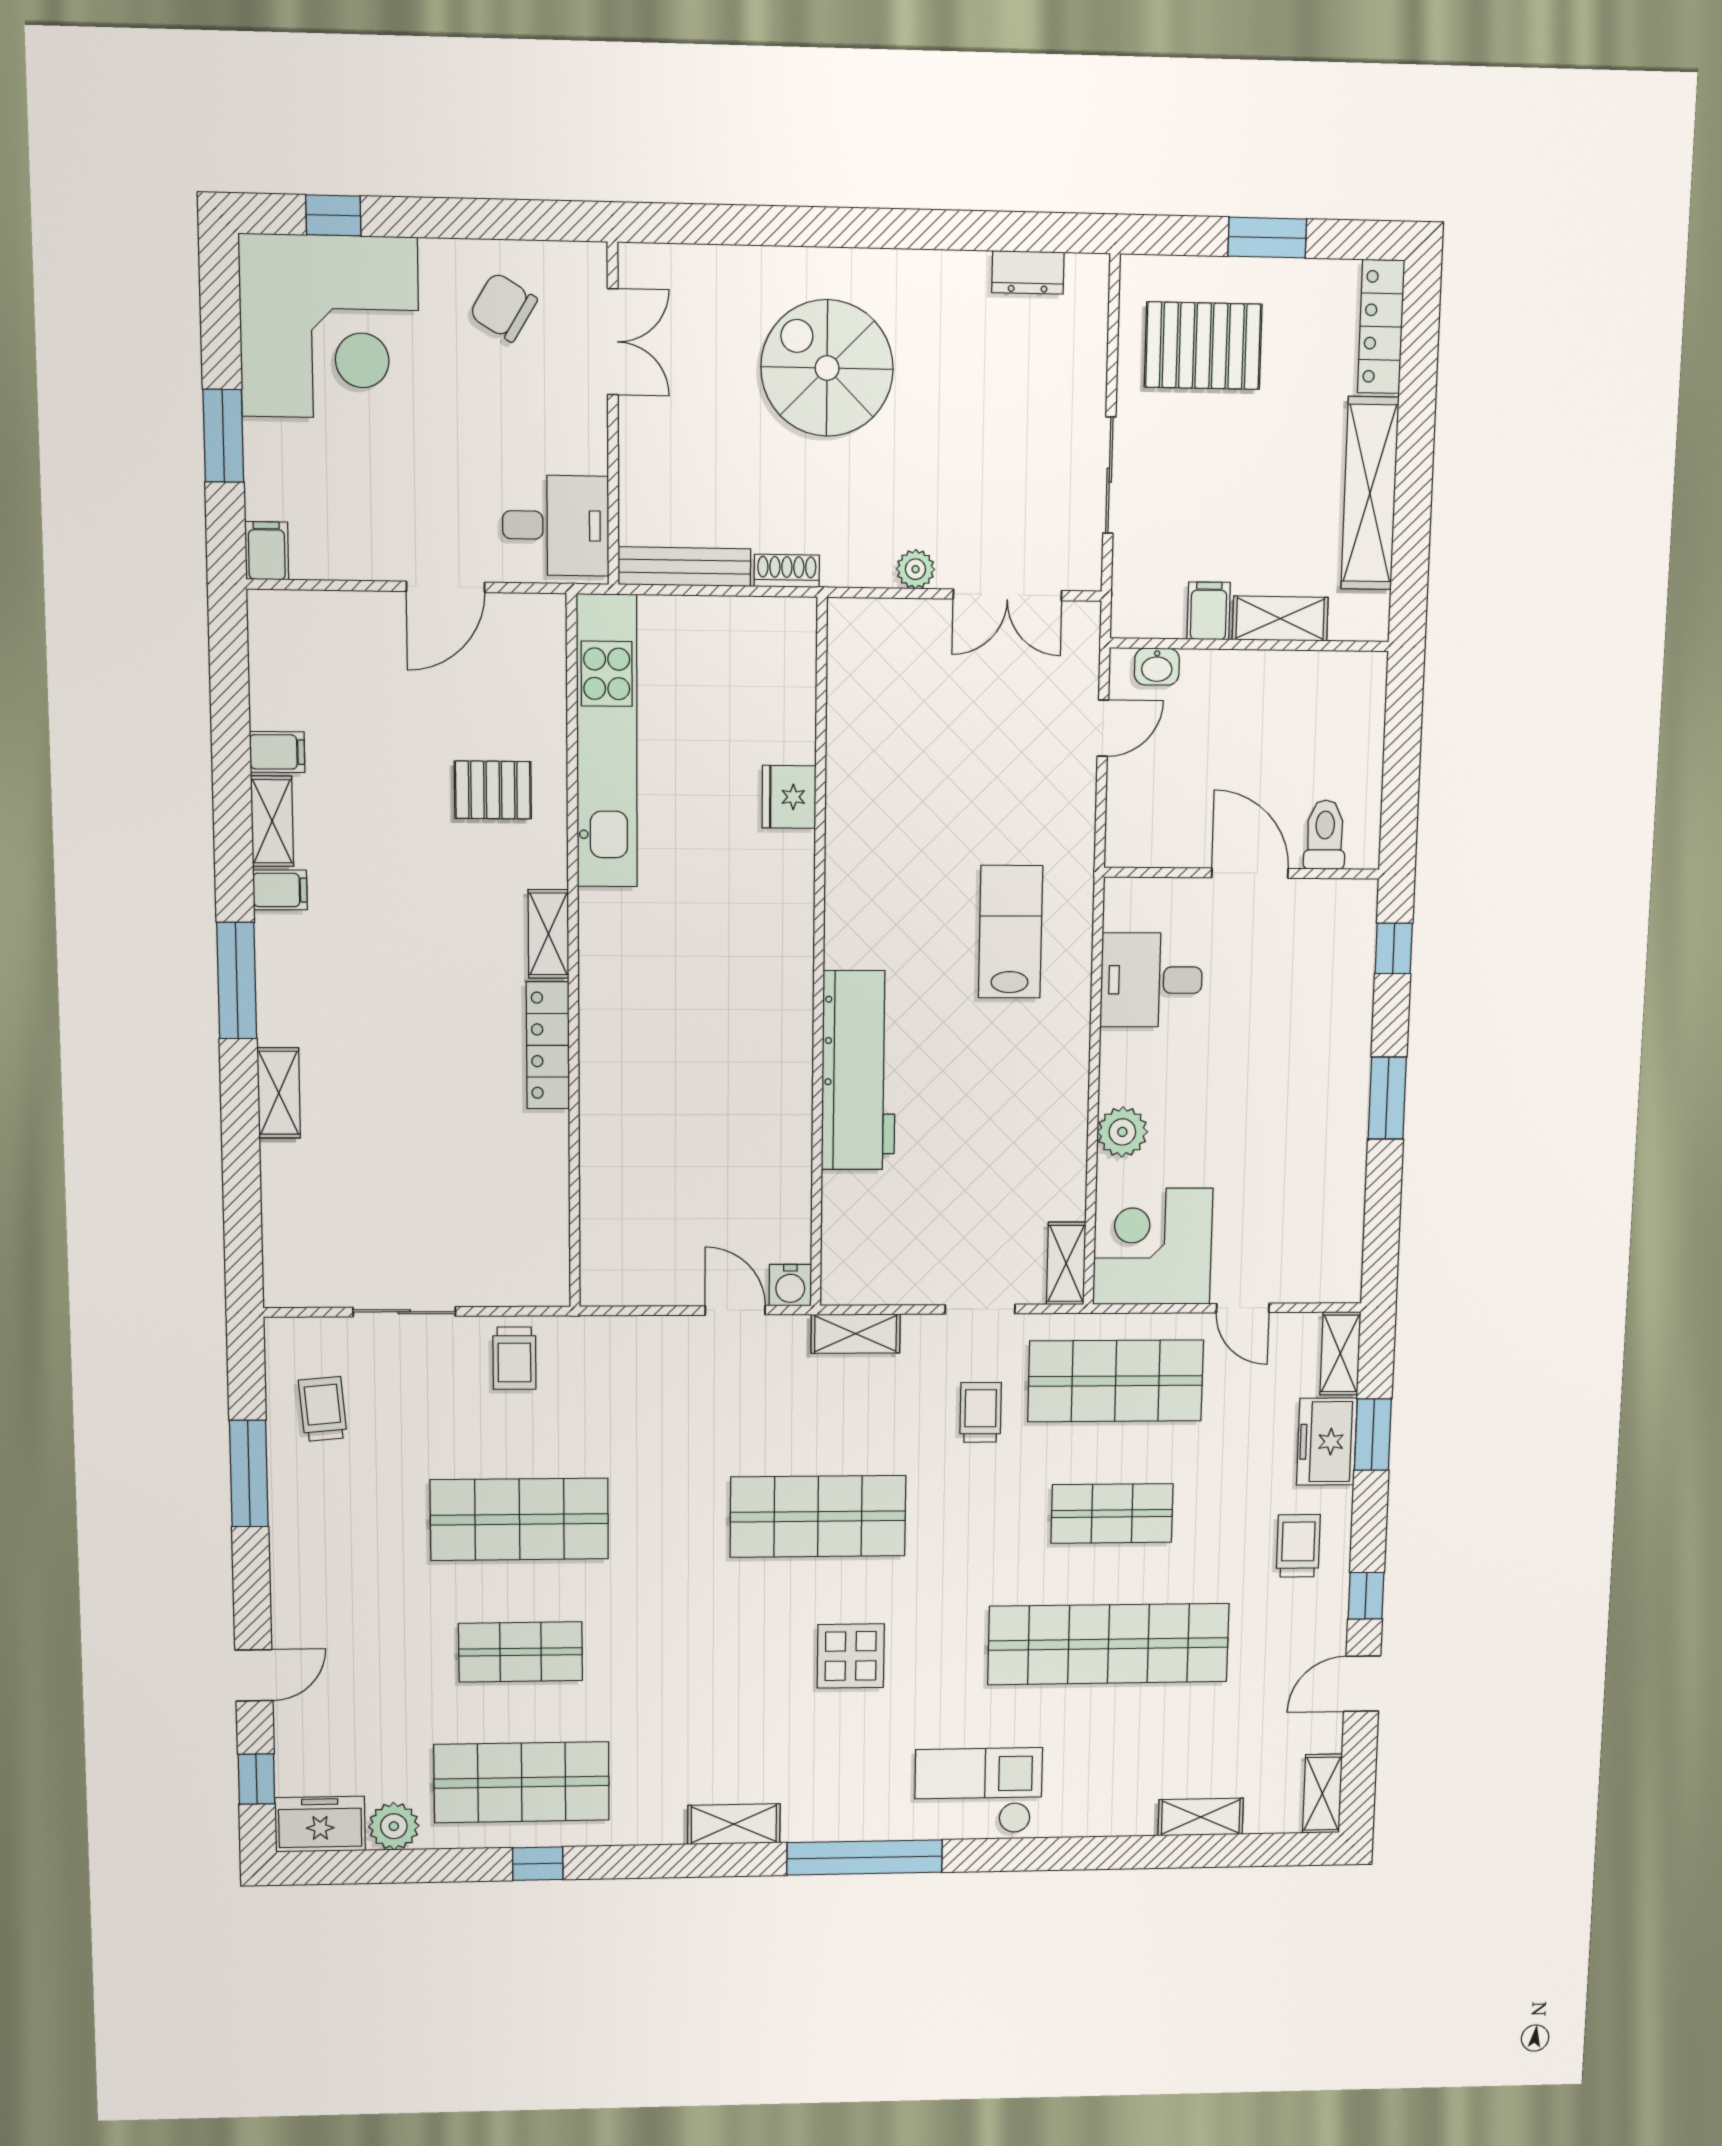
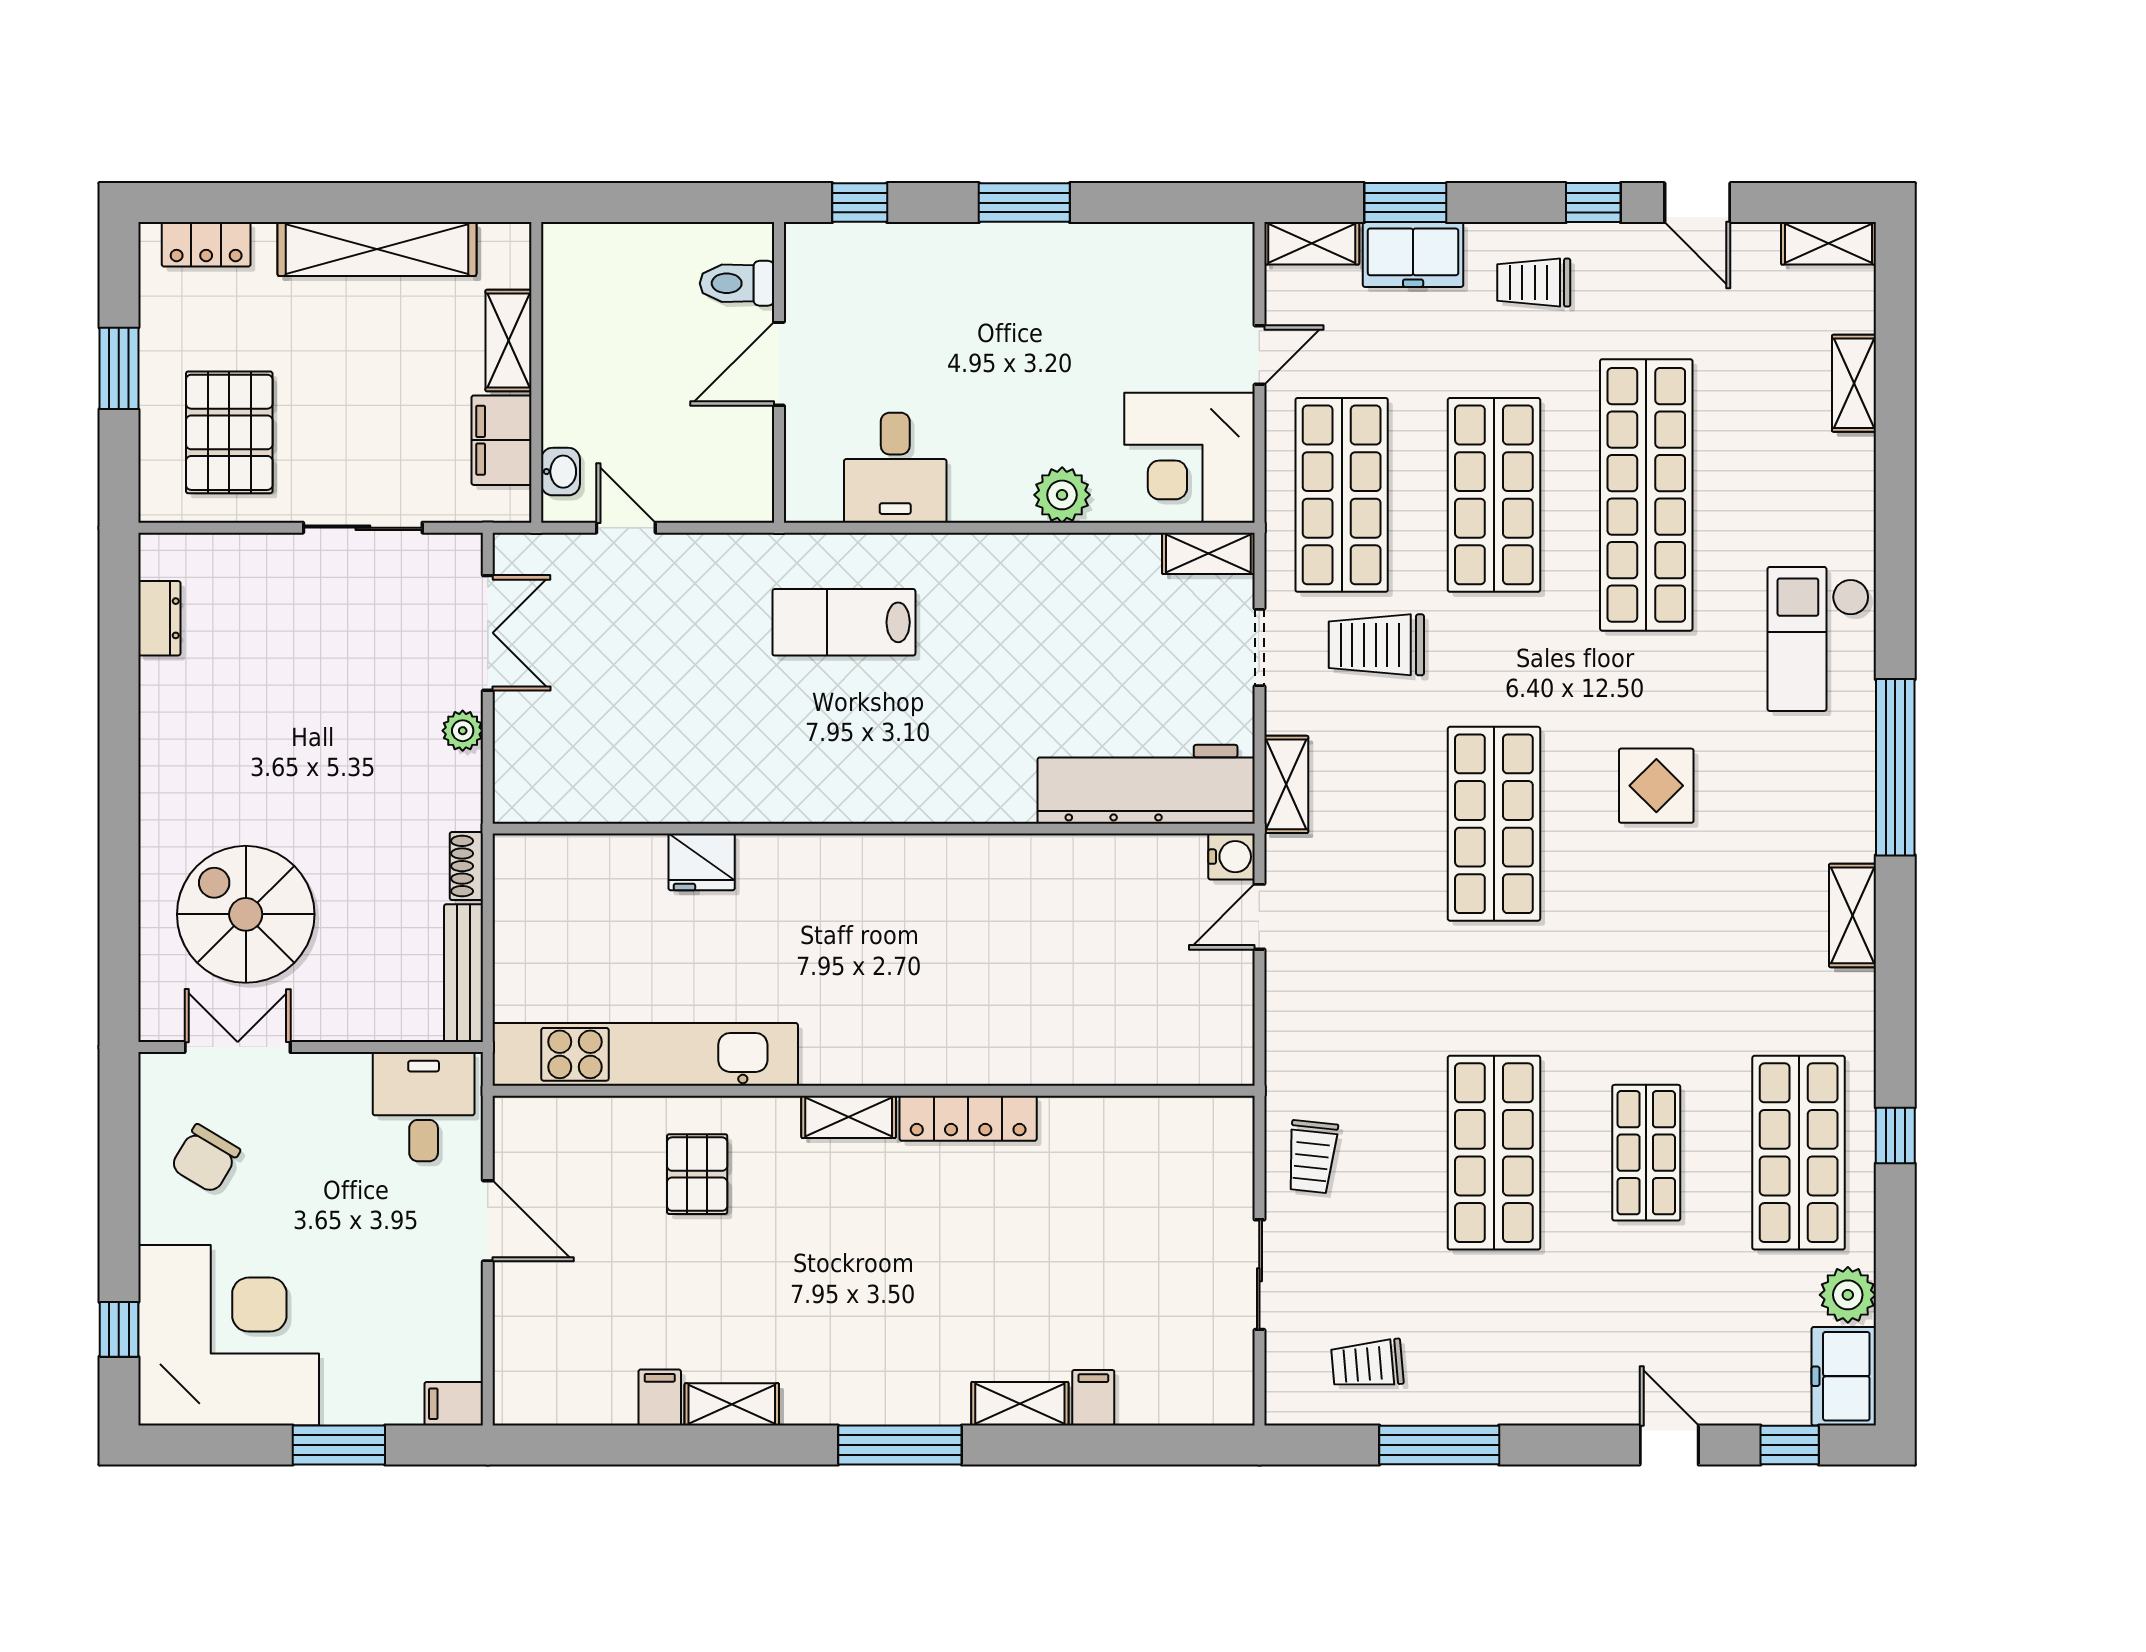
locker: (1381, 327) -> (206, 244), width x0.66
spiral stairs: (827, 368) -> (246, 914), moved, turned 90
filing cabinet: (1209, 611) -> (502, 440), width x2.00
filing cabinet: (280, 890) -> (1093, 1398), moved
workbench: (859, 1070) -> (1146, 784), moved
trolley: (514, 1358) -> (1312, 1157), turned 96
trolley: (981, 1412) -> (1376, 645), width x1.36, depth x1.39
shop shelf: (1112, 1514) -> (1494, 495), width x1.43, depth x1.36

